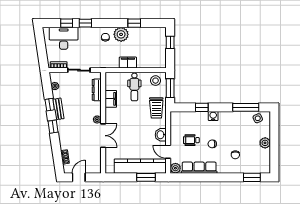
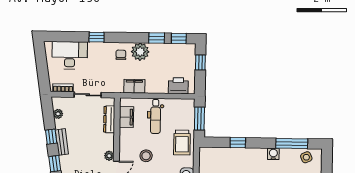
window: (67, 23) -> (179, 38), moved
printer: (153, 62) -> (178, 86), added
filing cabinet: (128, 63) -> (134, 86), moved
stool: (156, 81) -> (146, 156), moved
filing cabinet: (111, 99) -> (126, 117), moved
water cooler: (213, 116) -> (273, 154), moved

